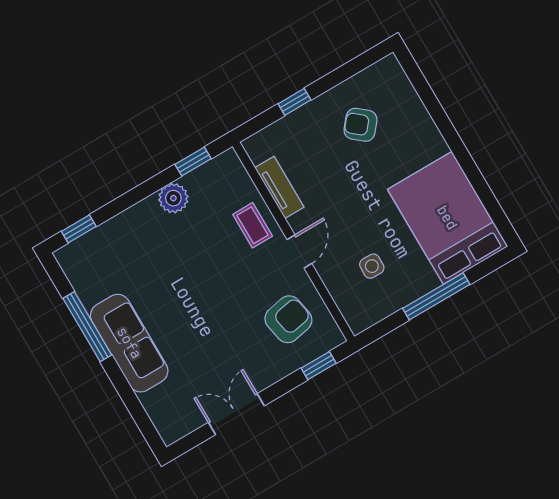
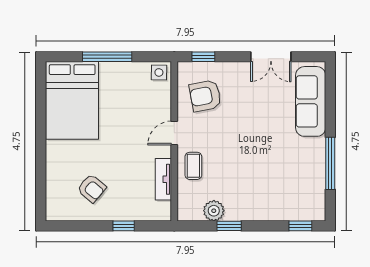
window: (193, 162) -> (229, 226), moved
plant: (173, 198) -> (214, 211), moved
side table: (372, 266) -> (159, 72), moved
sofa: (129, 343) -> (311, 101), moved

